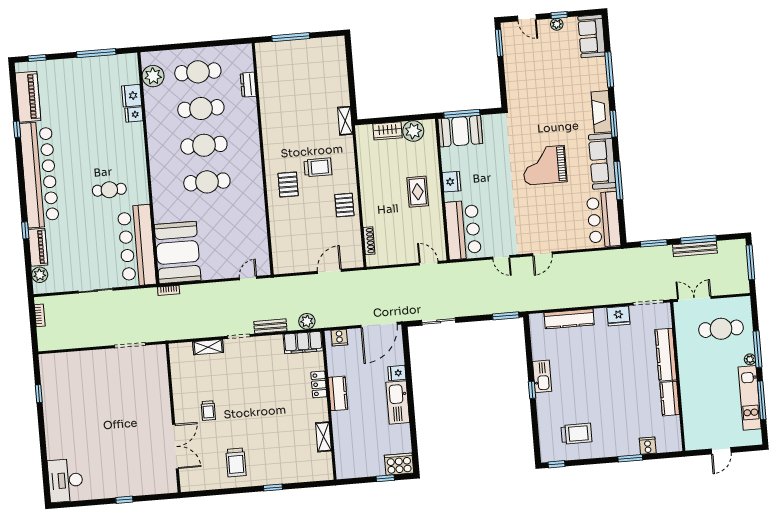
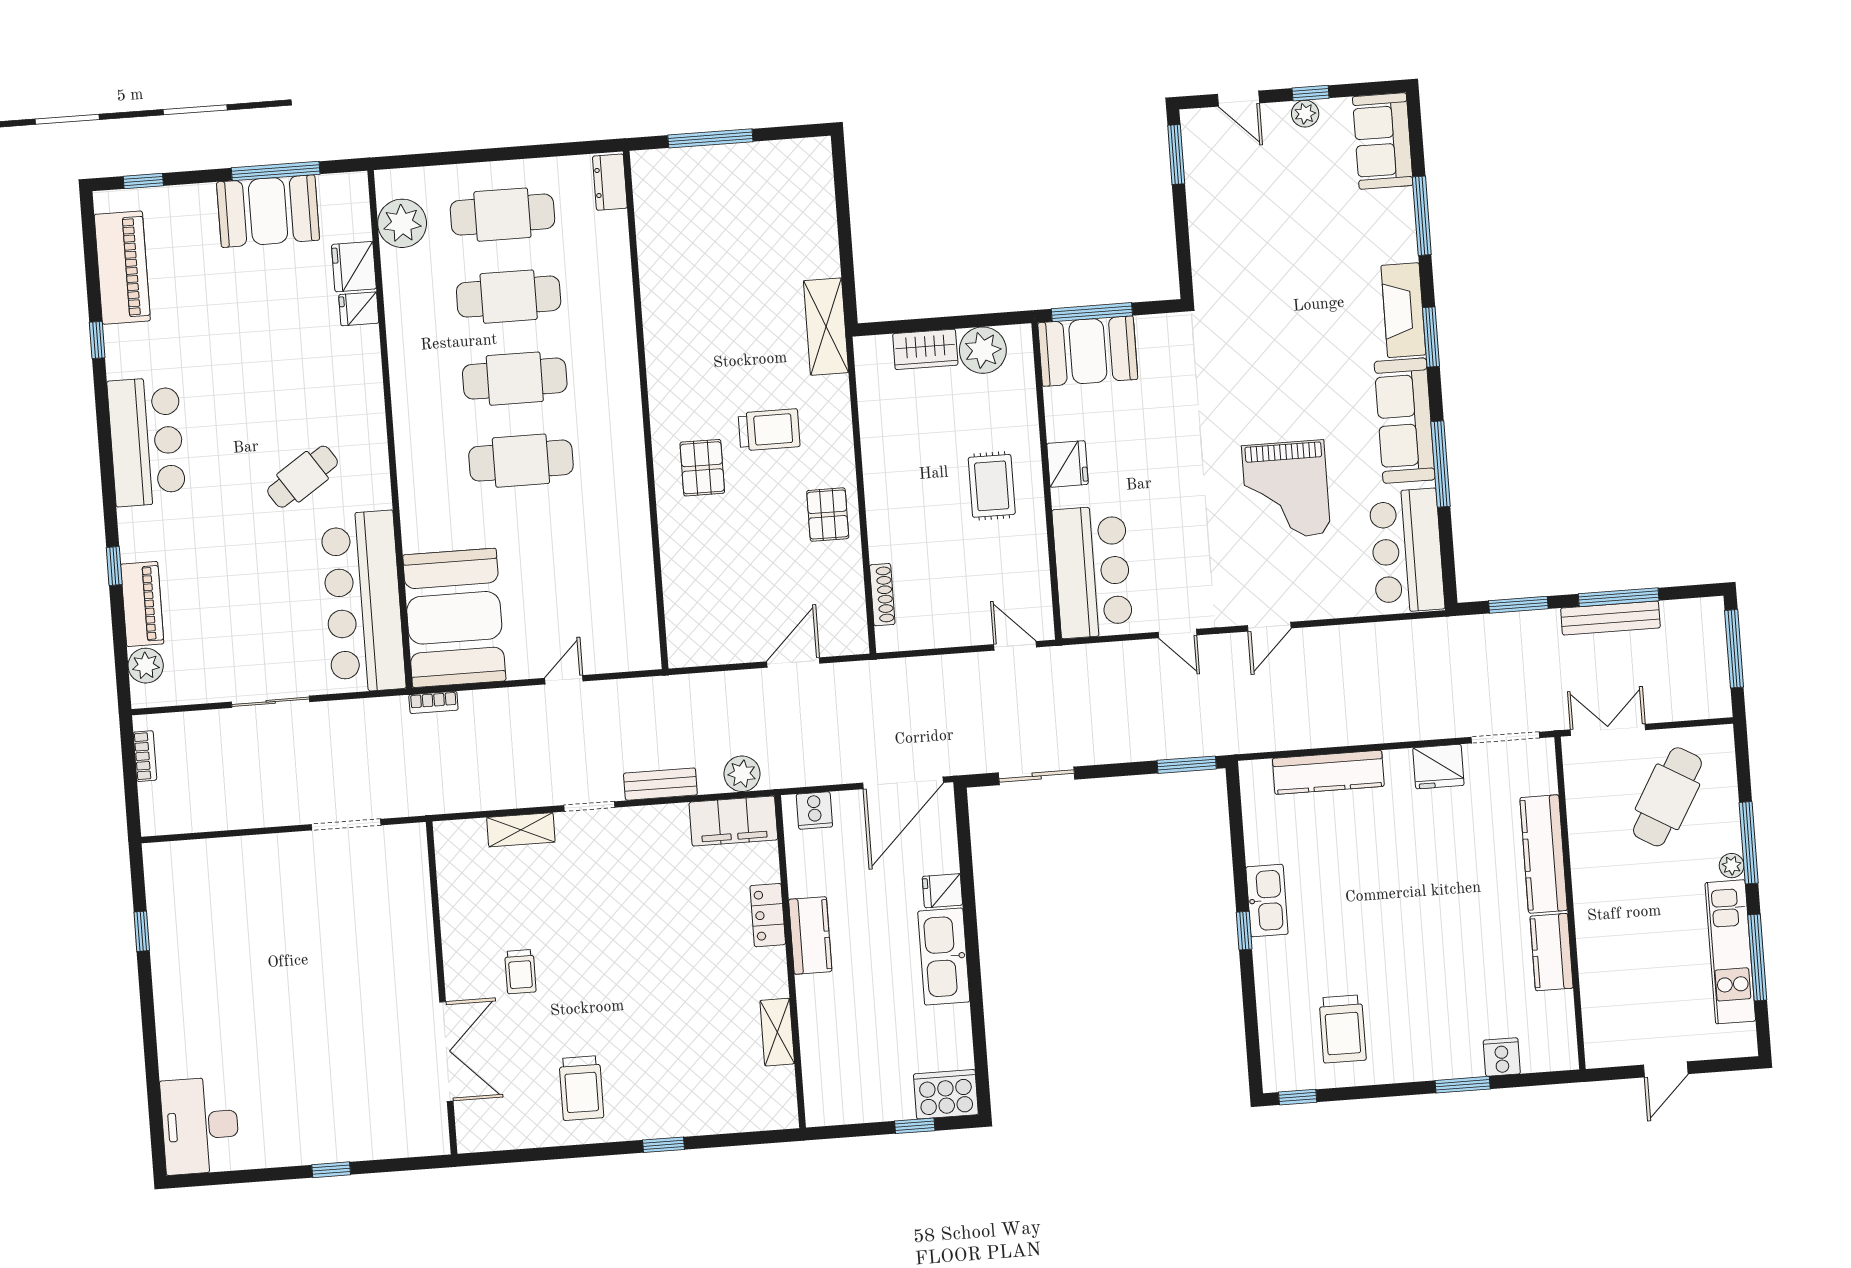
booth: (93, 71) -> (268, 211), added
dresser: (248, 85) -> (610, 182), moved
shelving: (345, 121) -> (826, 327), width x1.50, depth x1.33
grand piano: (544, 165) -> (1286, 490), moved, turned -90
bar counter: (39, 175) -> (146, 442), width x0.54
cafe table: (109, 190) -> (303, 477), turned -34
door: (248, 278) -> (564, 680), moved
cafe table: (721, 329) -> (1667, 797), turned -60
trolley: (576, 434) -> (1343, 1029), turned 90

